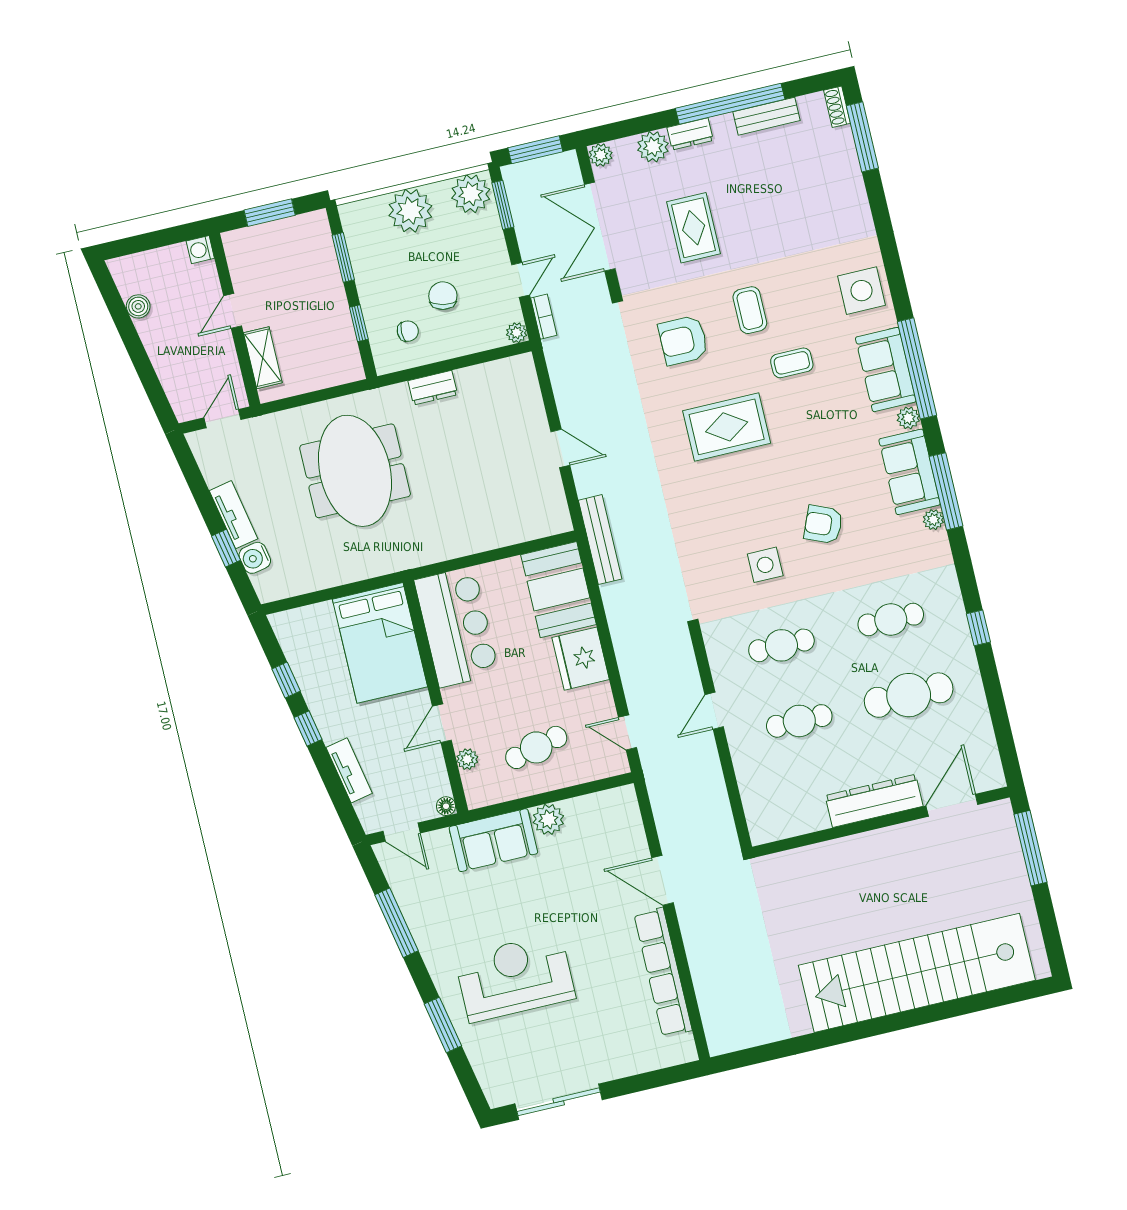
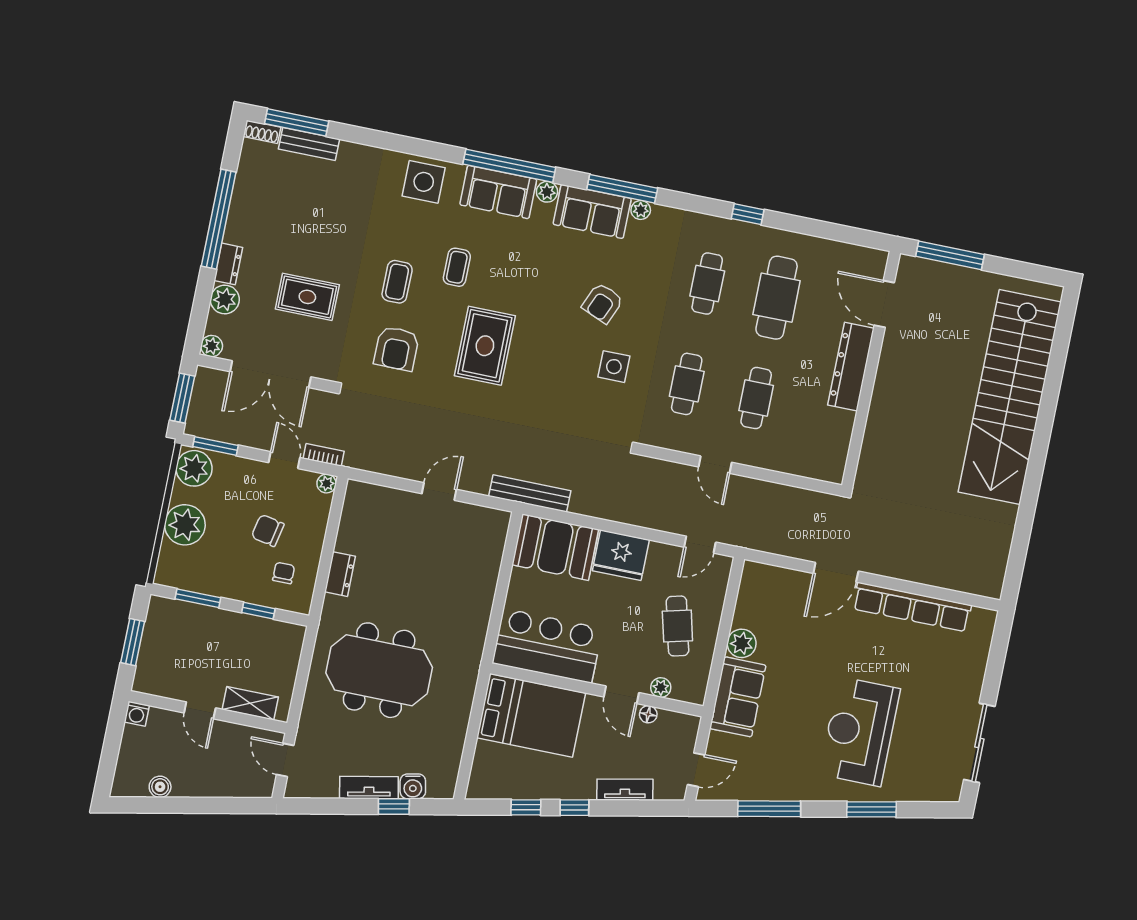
bench: (767, 116) -> (309, 144), moved, turned 90
coffee table: (750, 310) -> (397, 282), turned 90
floor lamp: (446, 806) -> (648, 714), moved

